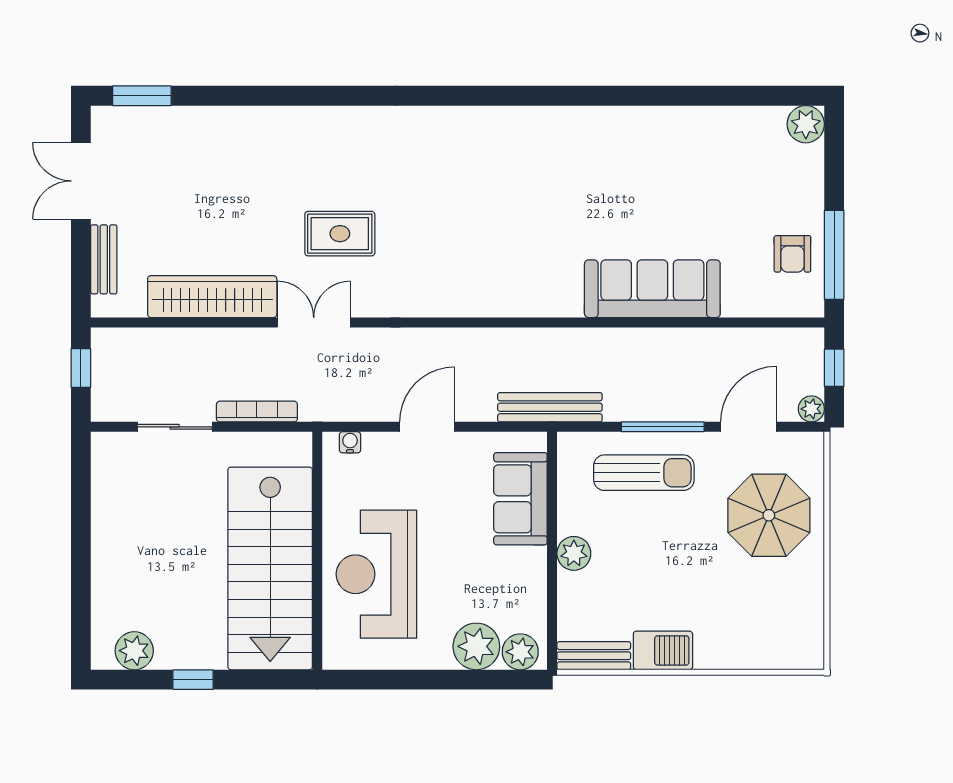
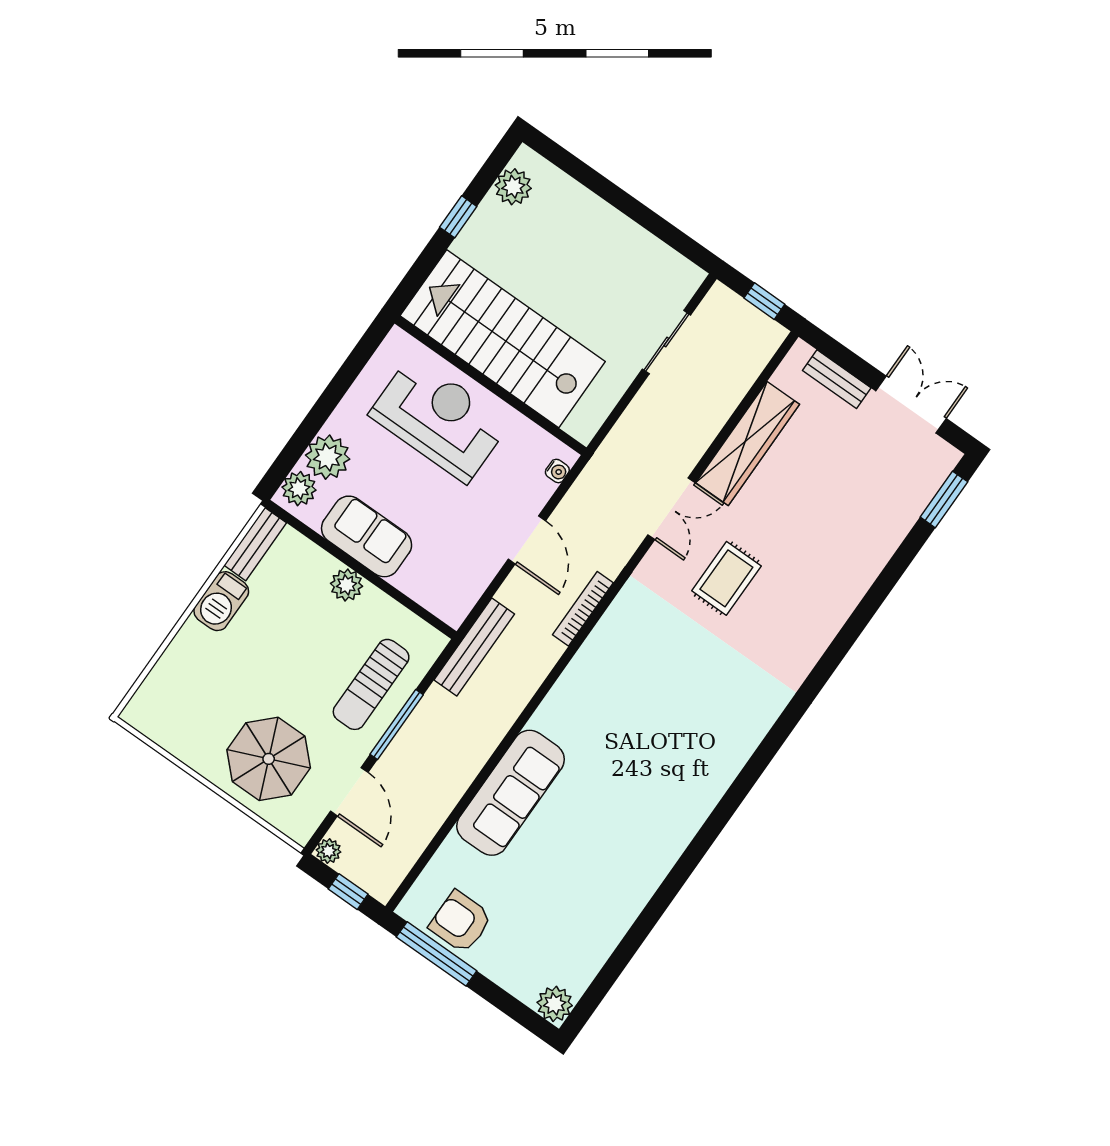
armchair: (792, 254) -> (460, 922), width x1.38, depth x1.38
bookcase: (257, 412) -> (583, 609), moved, turned 180
sofa: (520, 499) -> (367, 536), moved

